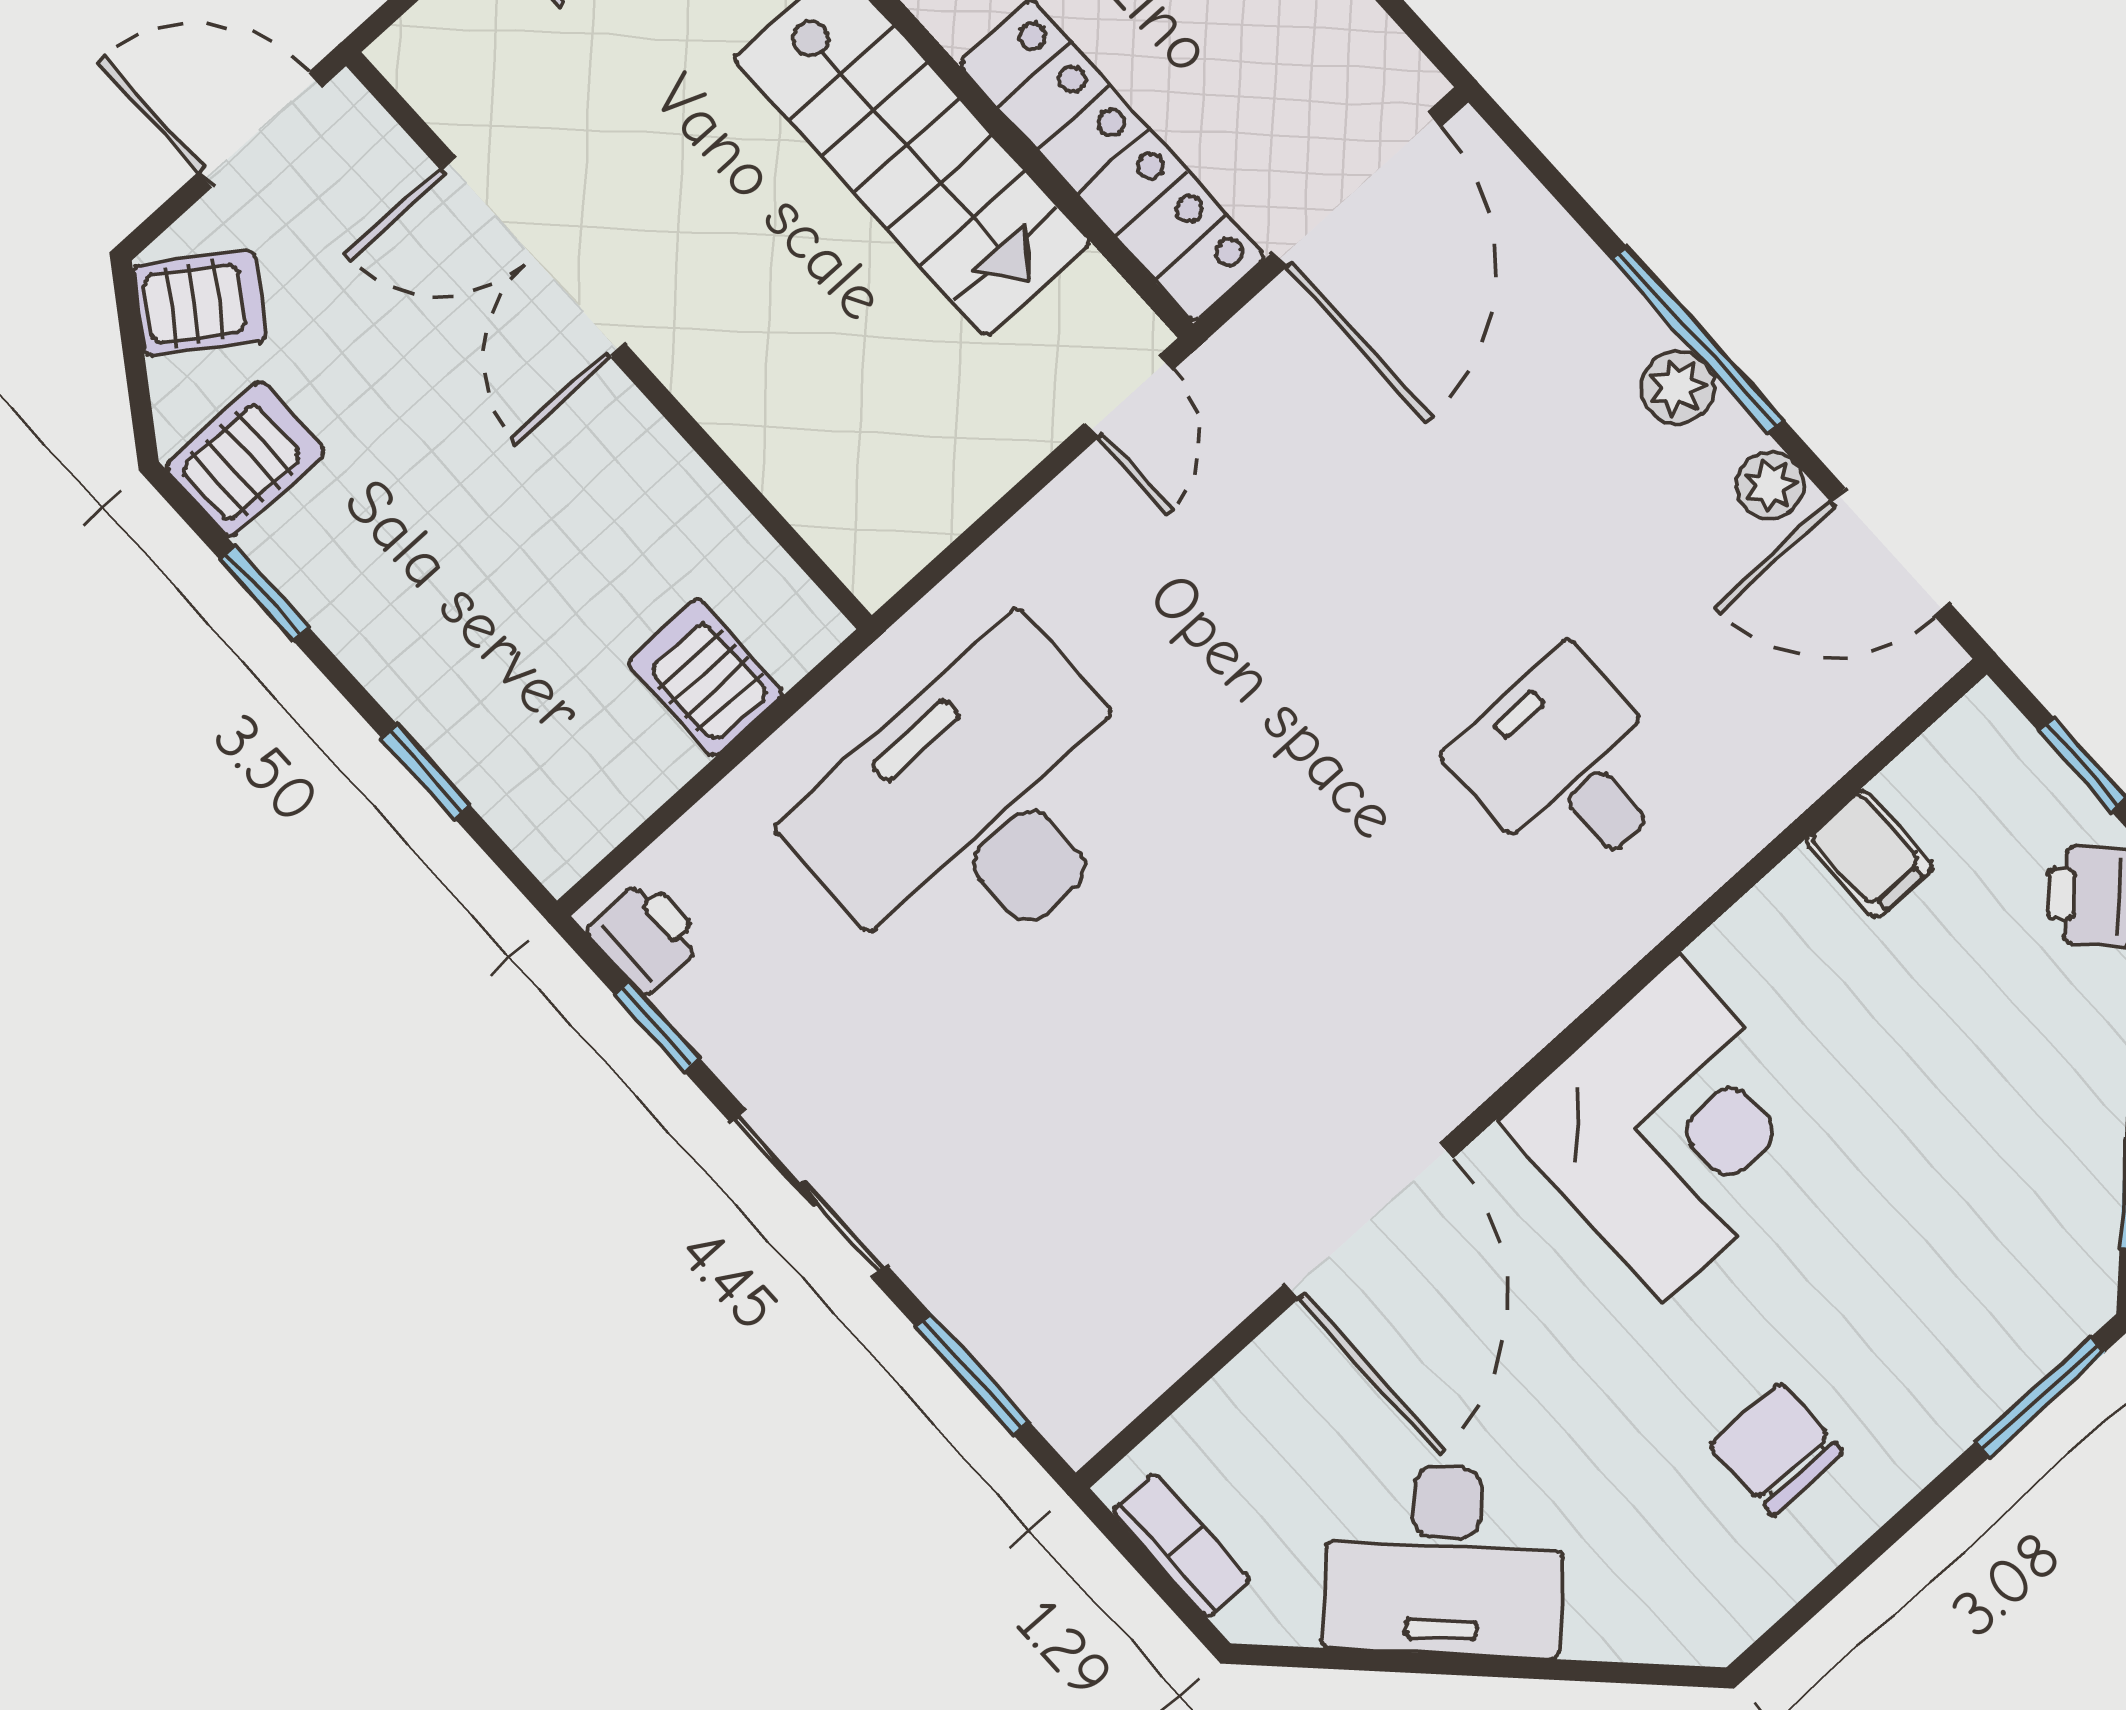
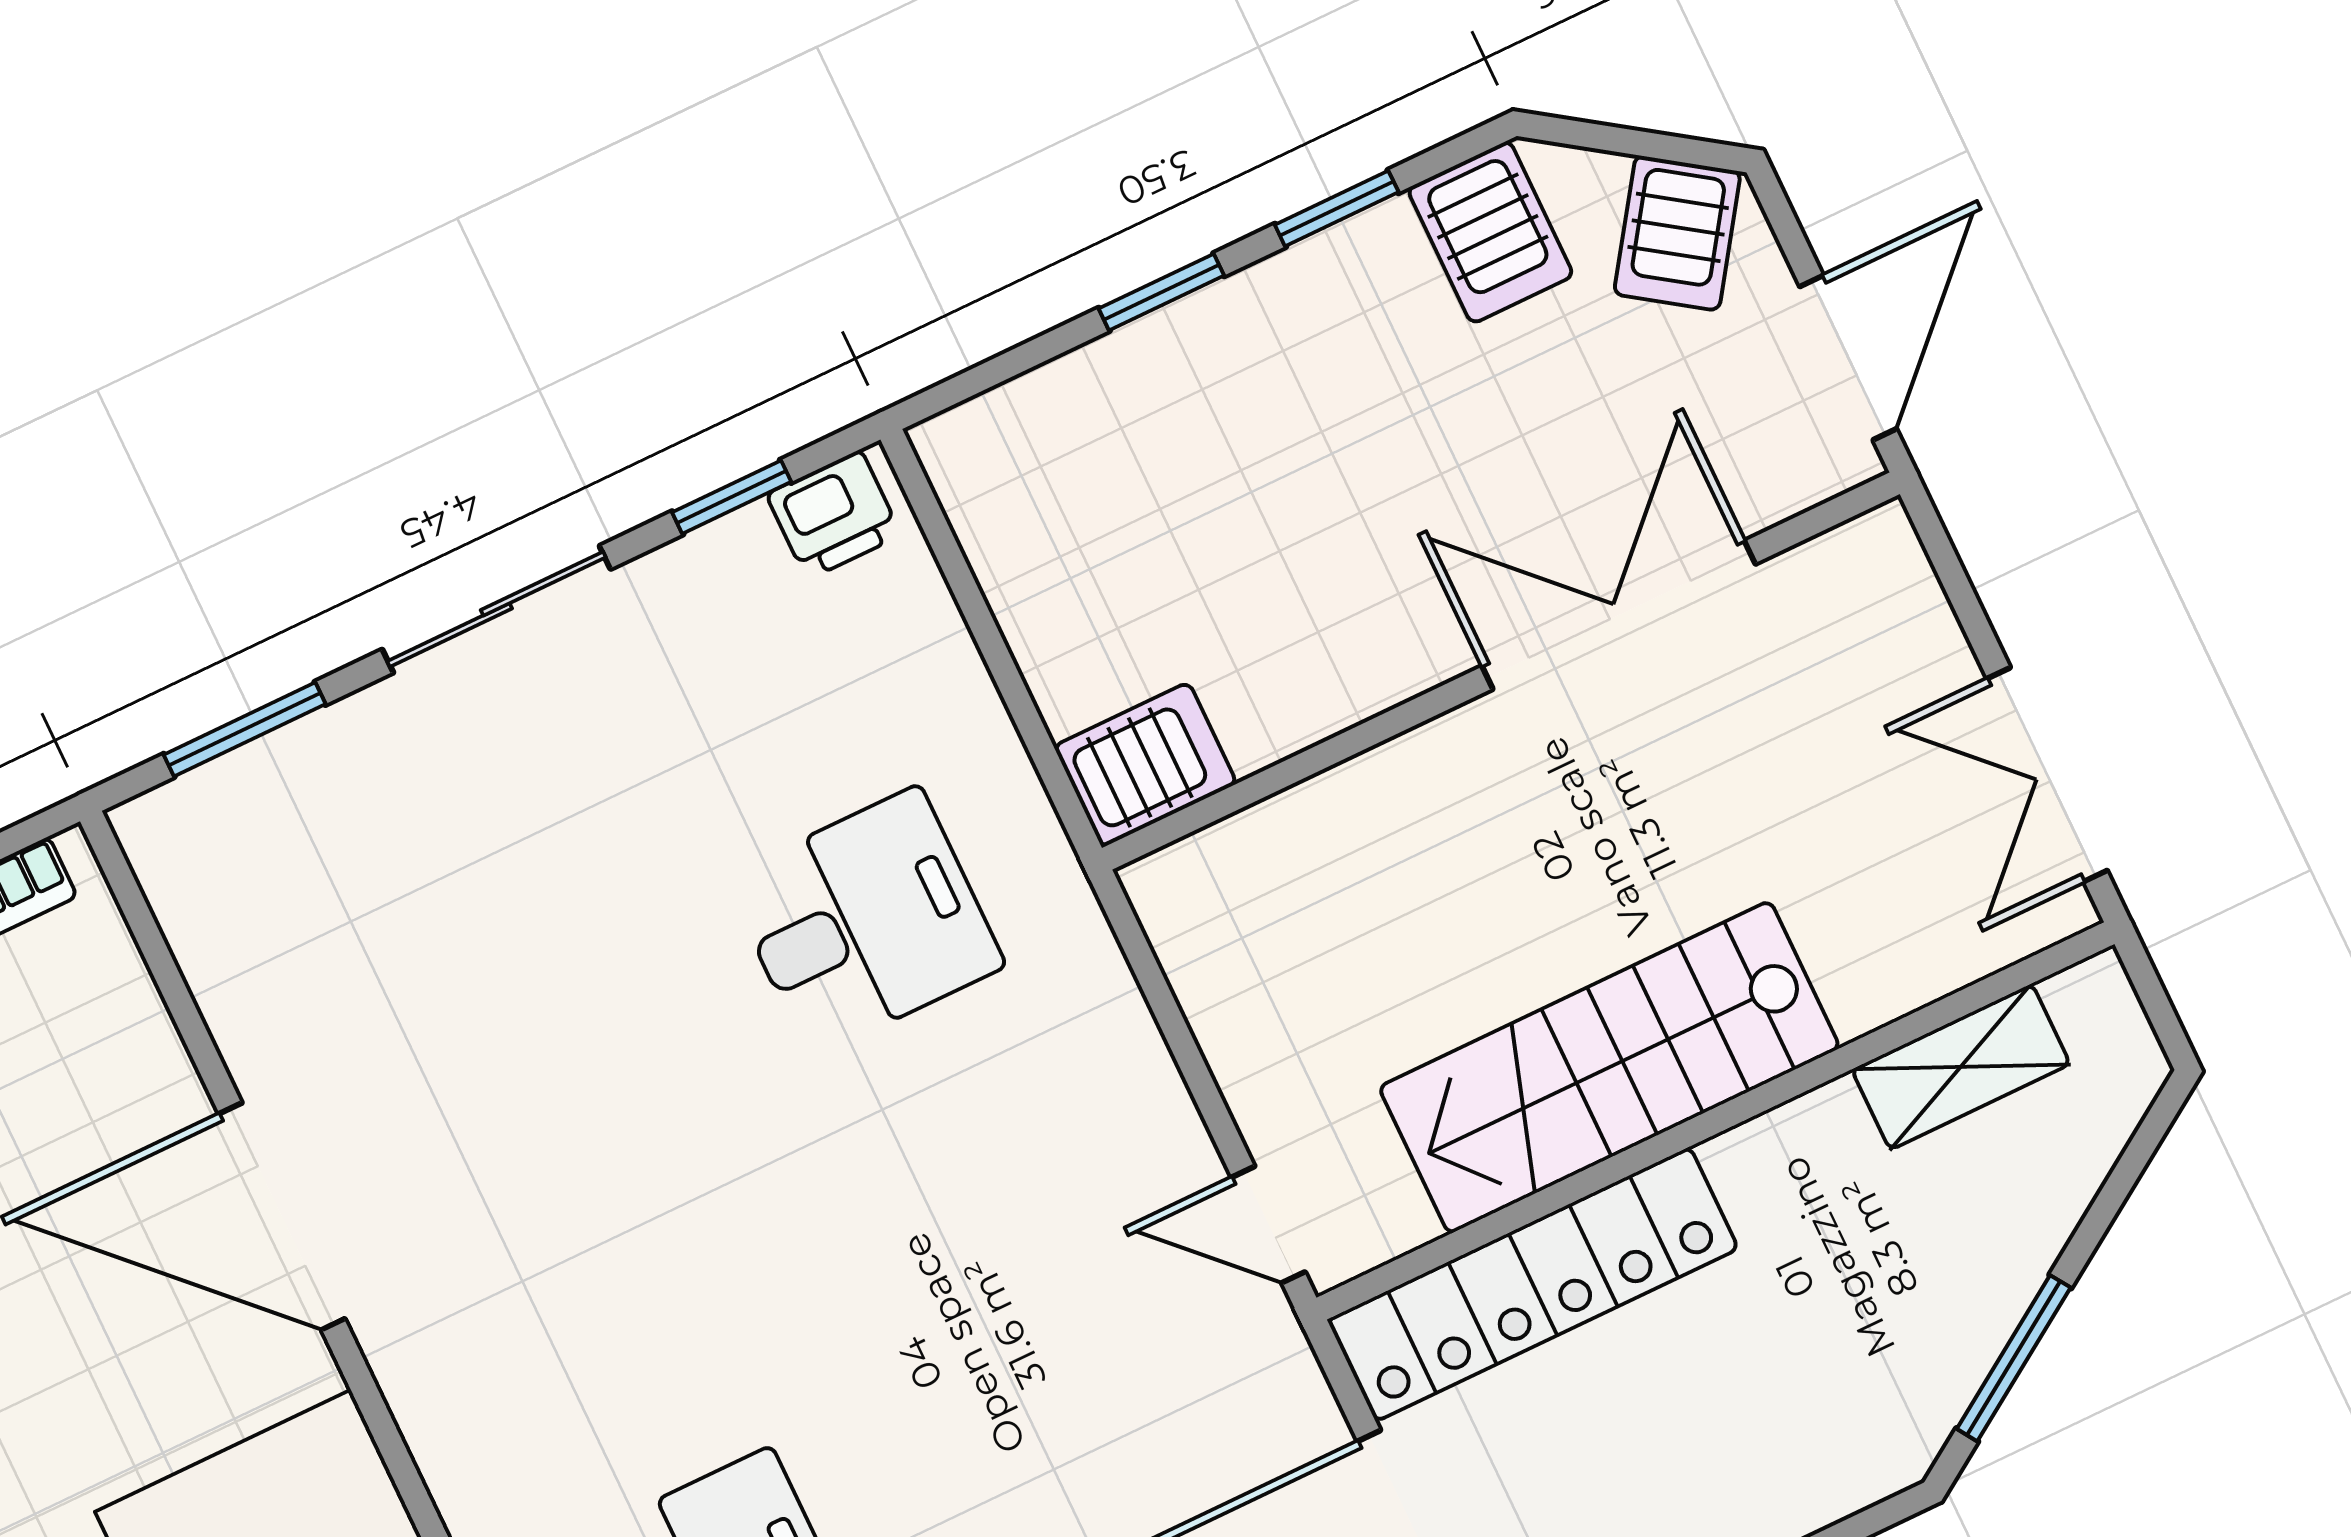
server rack: (706, 678) -> (1145, 765), moved
window: (426, 772) -> (1161, 292), moved
desk: (977, 809) -> (865, 922), width x0.53, depth x0.77

